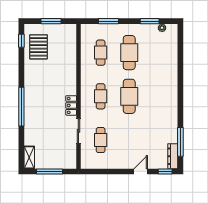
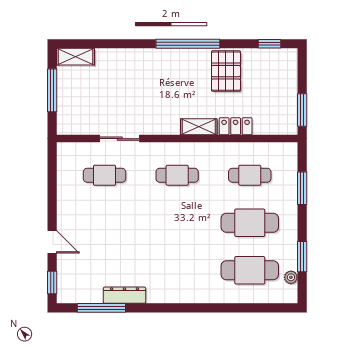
window: (51, 21) -> (302, 110), moved
pallet: (39, 47) -> (226, 71), moved, turned 90
shelving: (71, 83) -> (199, 127), added
cafe table: (129, 96) -> (250, 270), moved
locker: (71, 105) -> (236, 126), moved
window: (21, 107) -> (188, 44), moved
dresser: (173, 156) -> (125, 295), moved

